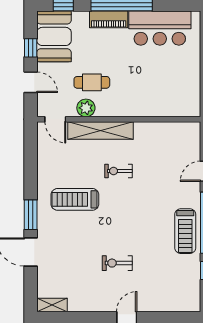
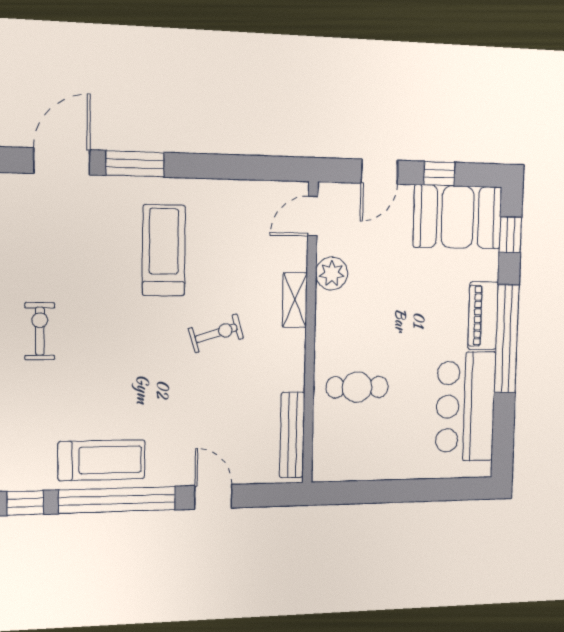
cafe table: (92, 82) -> (357, 387), moved, turned 90
bench: (174, 128) -> (292, 435), added
shelving: (100, 130) -> (295, 300), width x0.45, depth x0.75
exercise bike: (118, 171) -> (216, 333), turned 73
treadmill: (185, 231) -> (102, 460), turned 180

